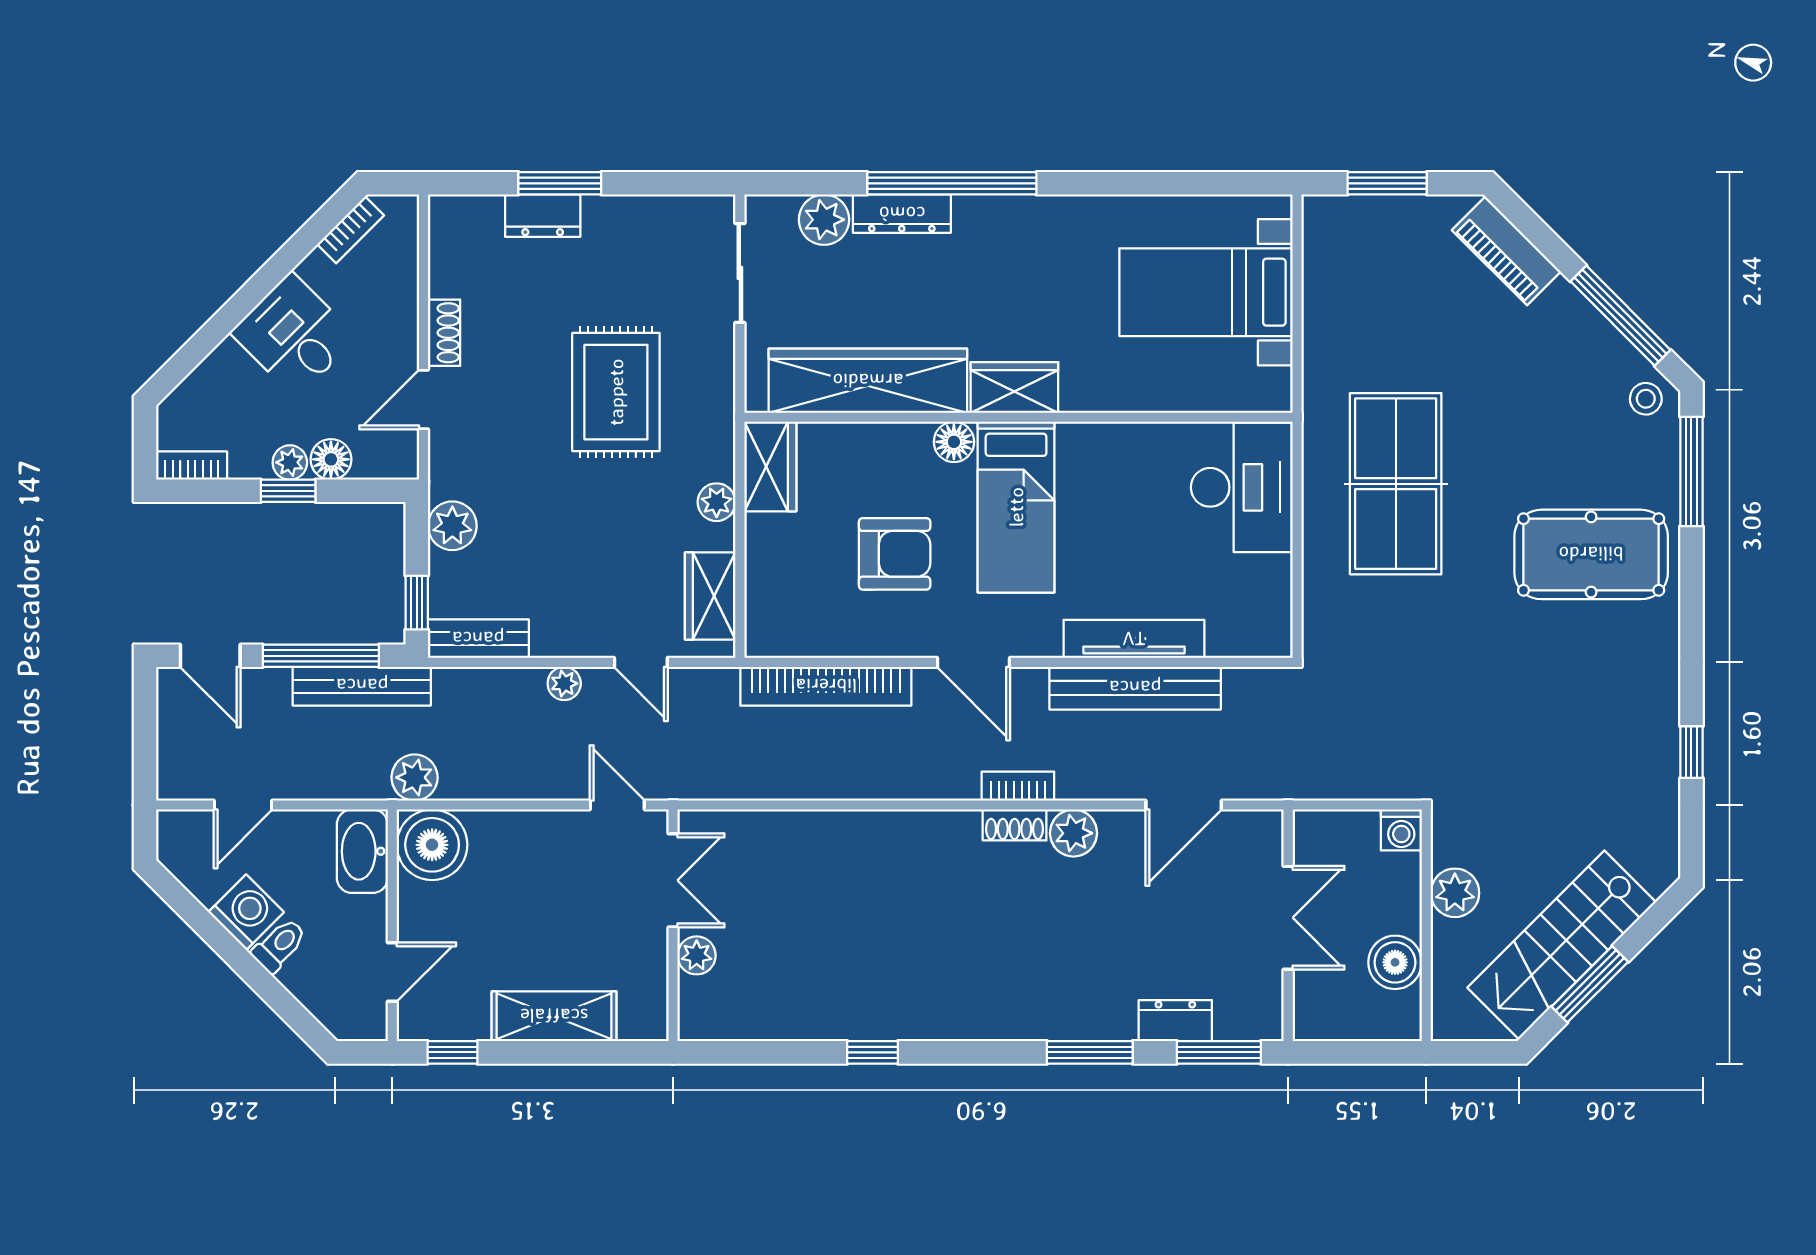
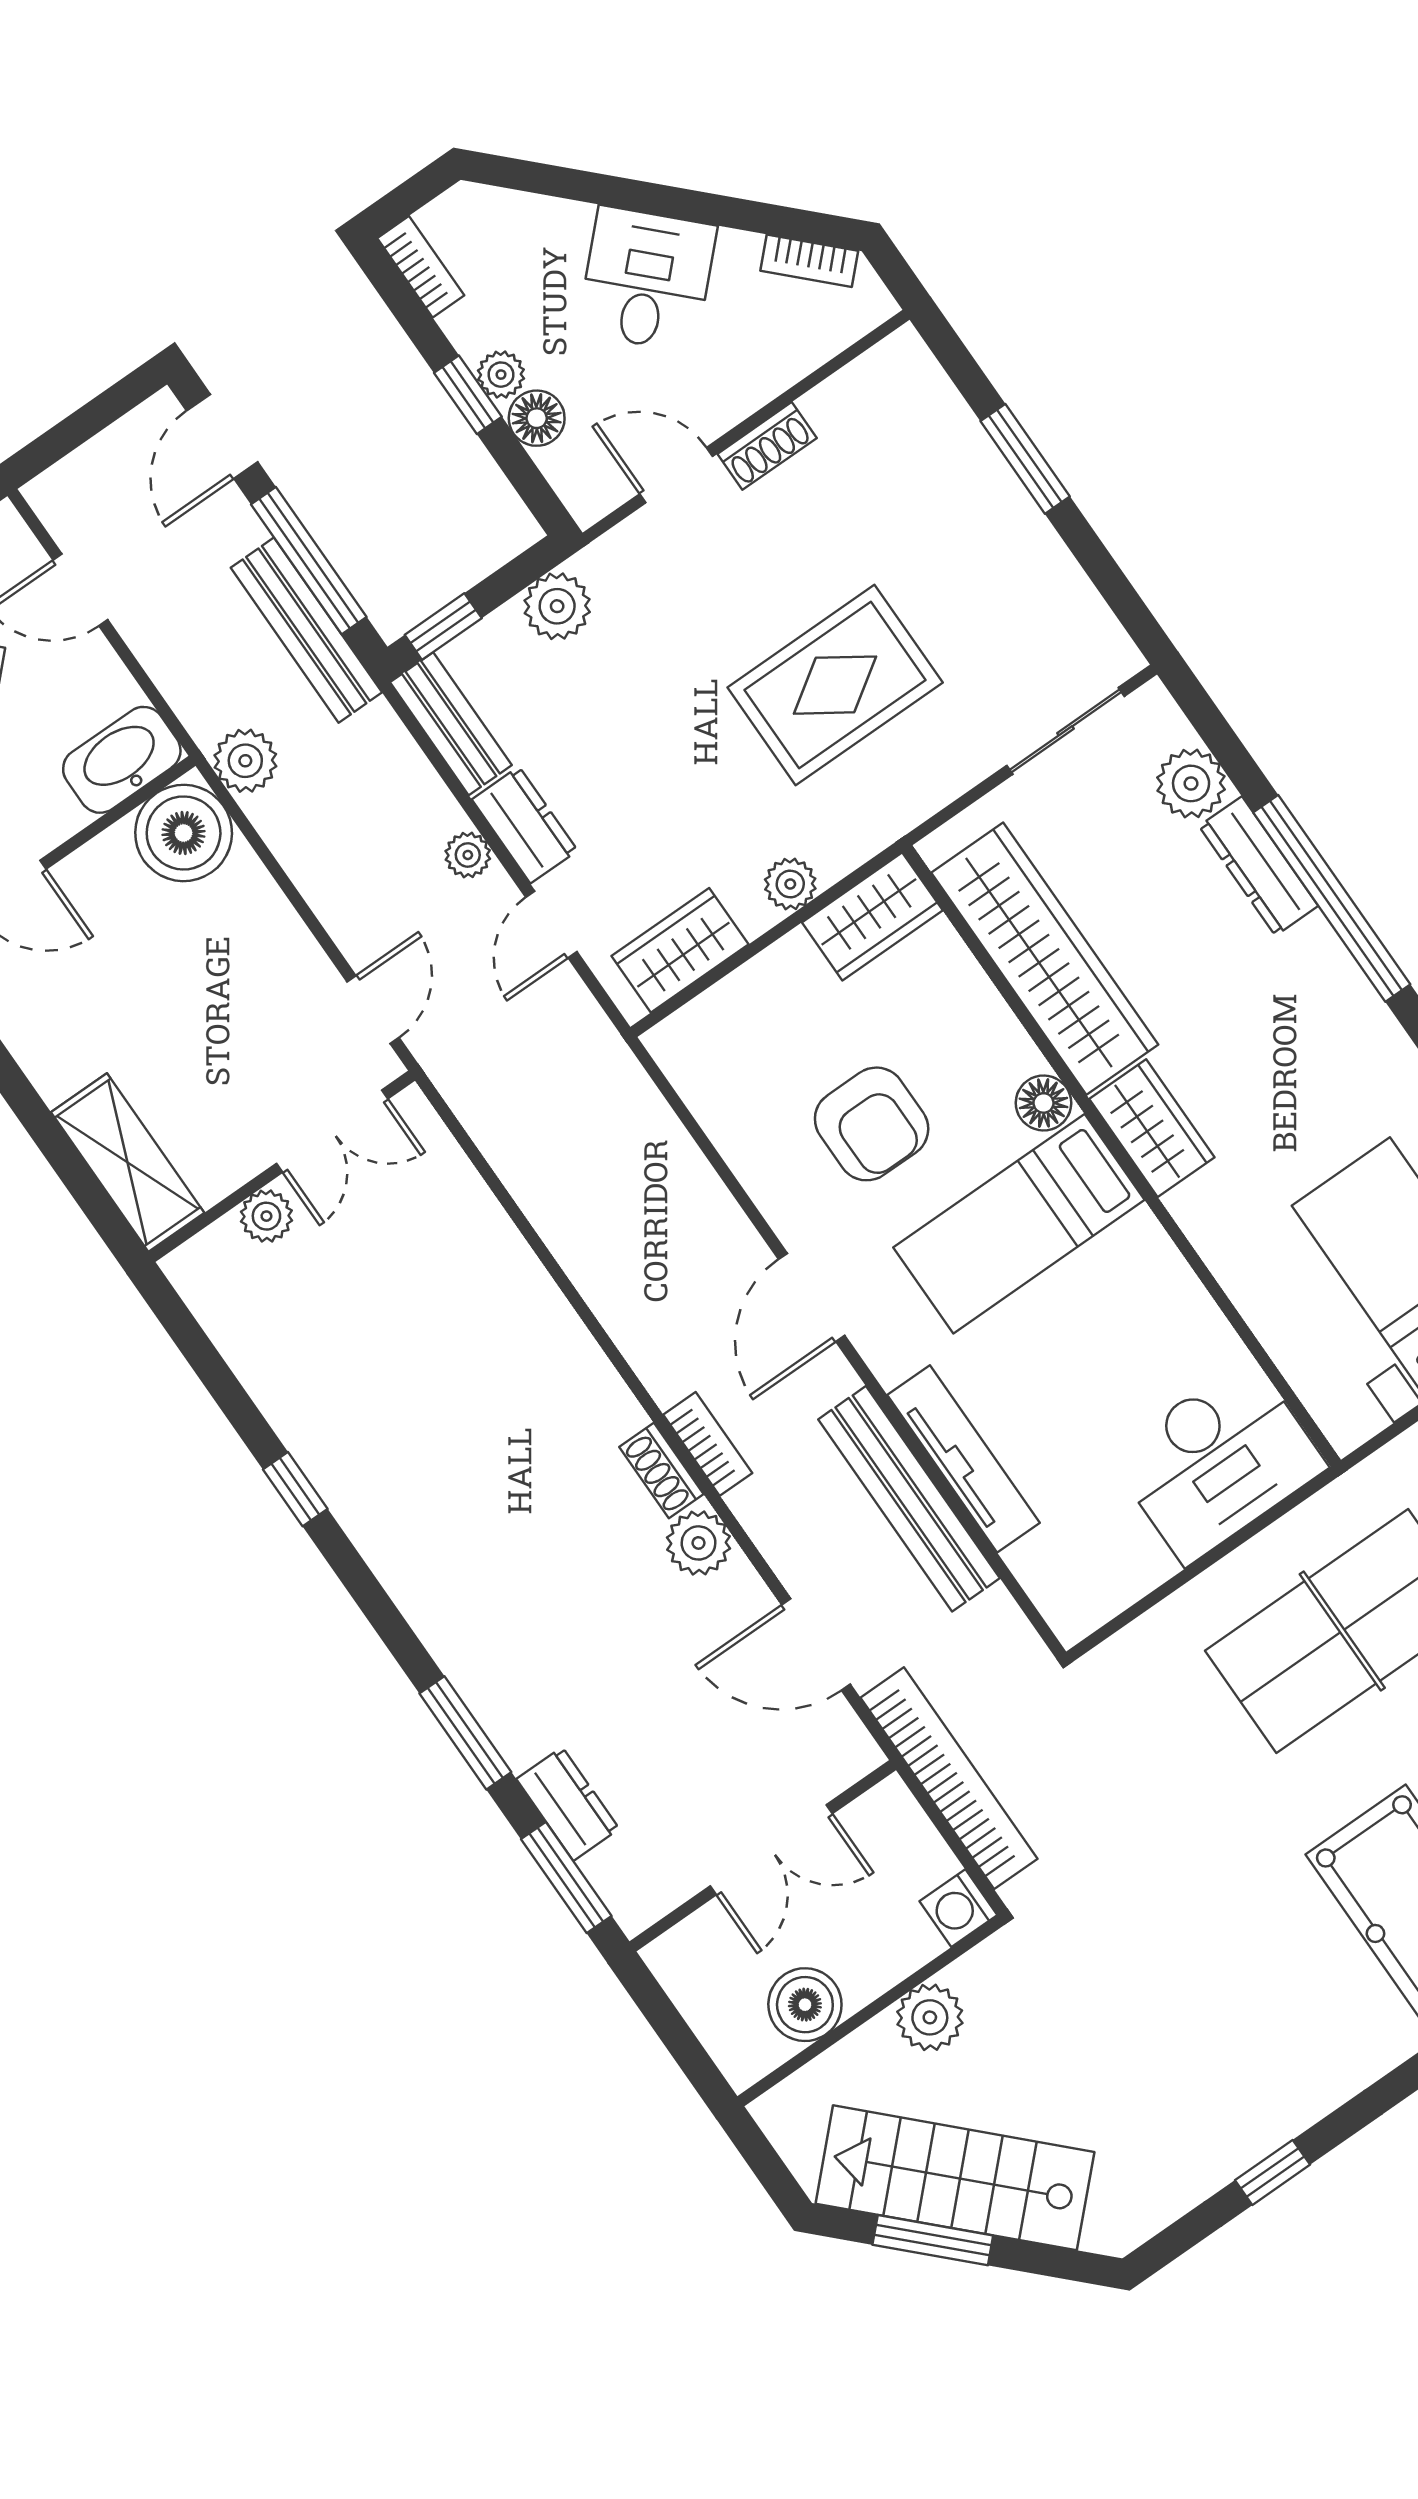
dresser: (543, 216) -> (525, 825), moved, turned 180
bookcase: (826, 686) -> (949, 1778), moved, turned 180
shelving: (554, 1016) -> (128, 1162), moved

